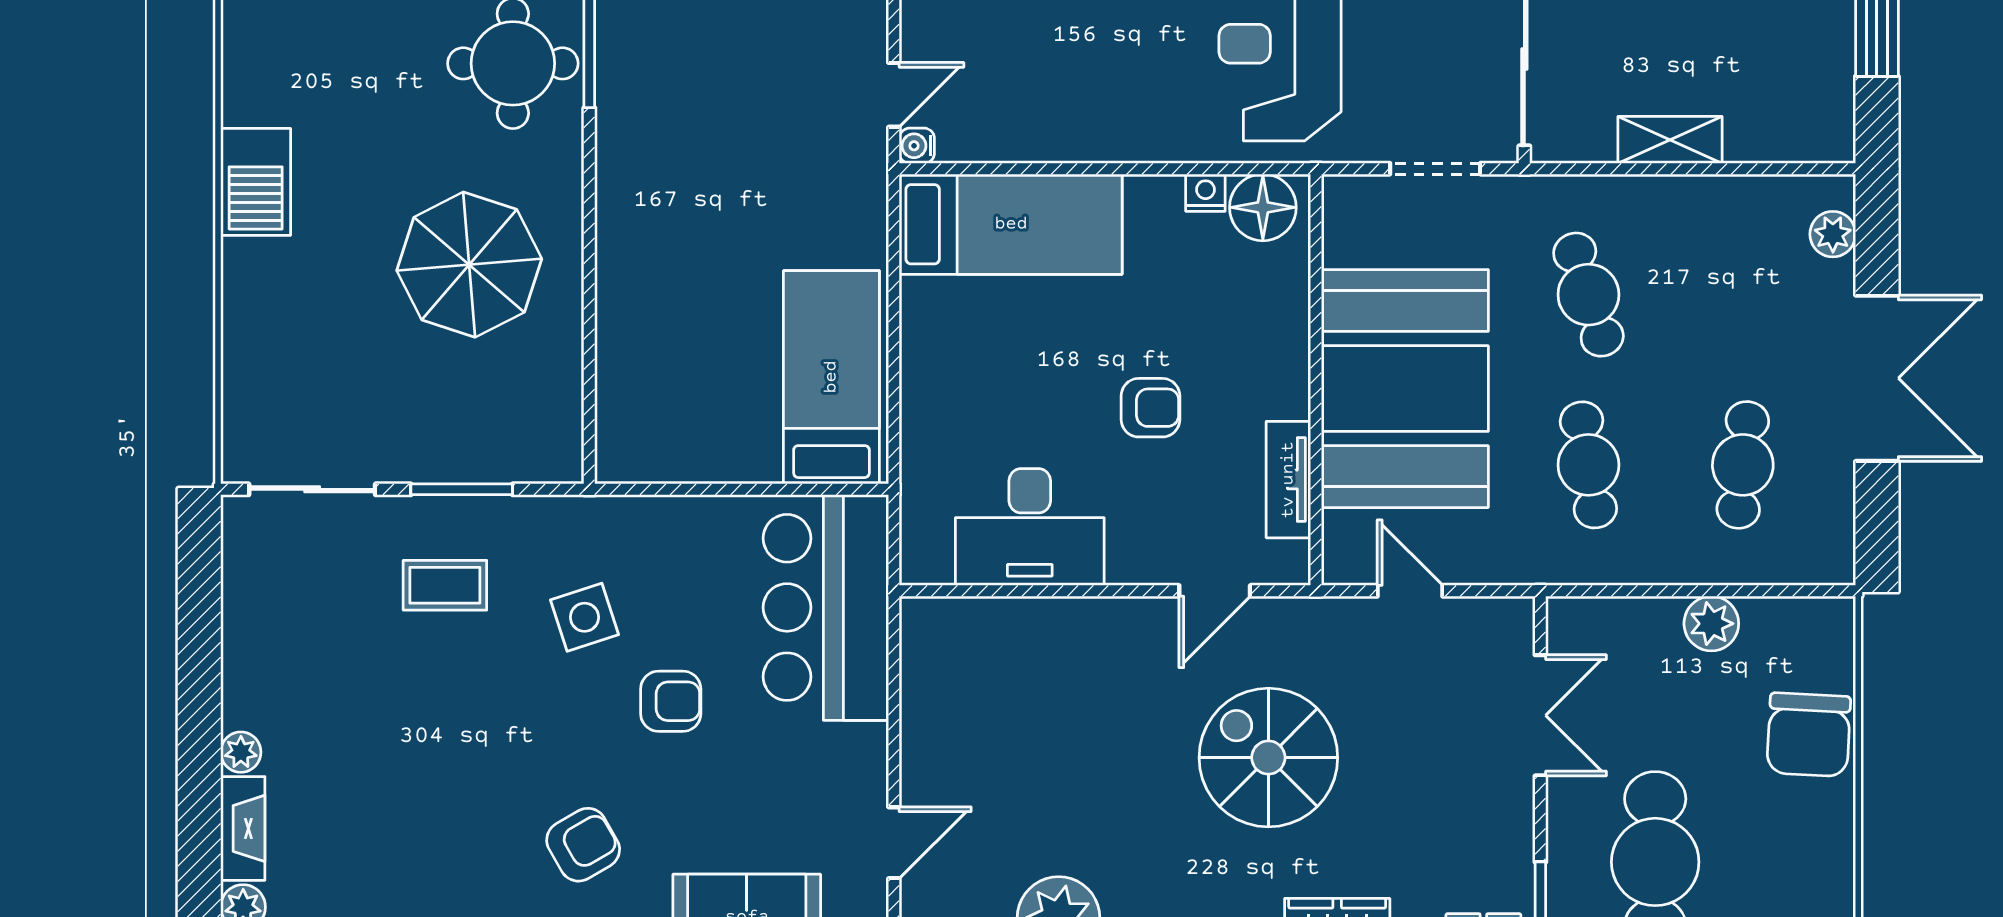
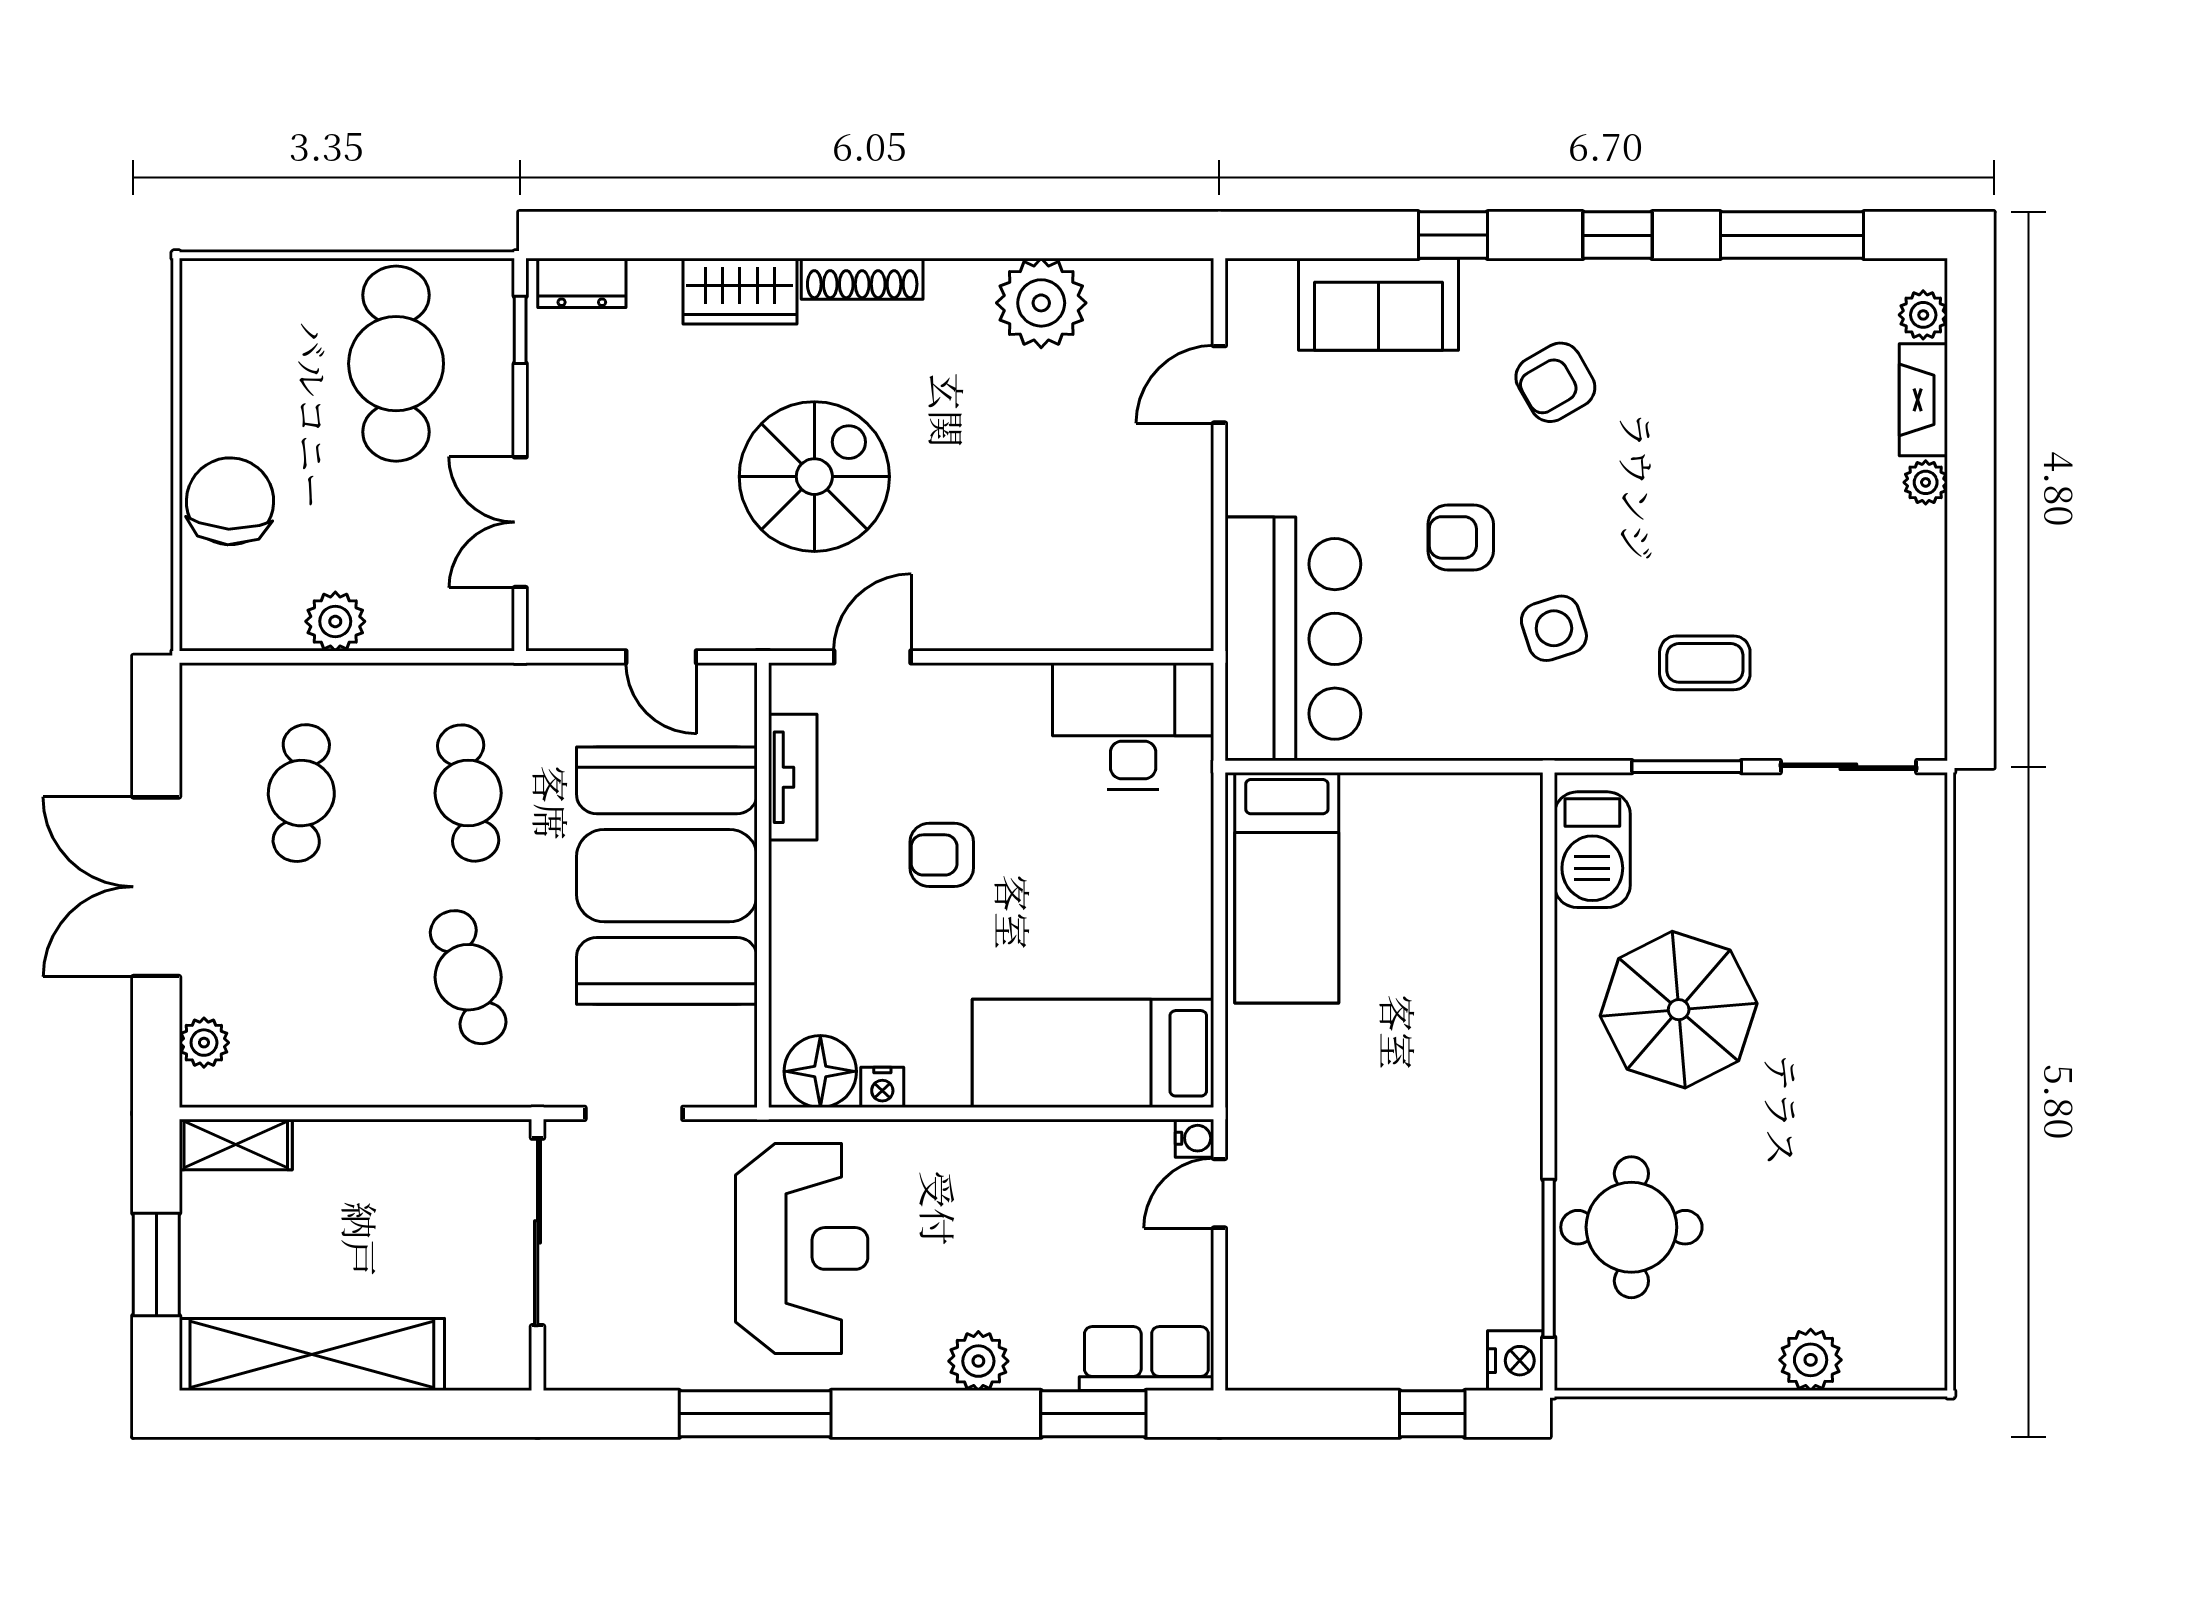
shelving: (1670, 140) -> (236, 1145), moved
barbecue: (256, 182) -> (1592, 850), moved, turned 180
desk: (1030, 527) -> (1133, 726), moved
spiral stairs: (1268, 758) -> (814, 477), turned -90

